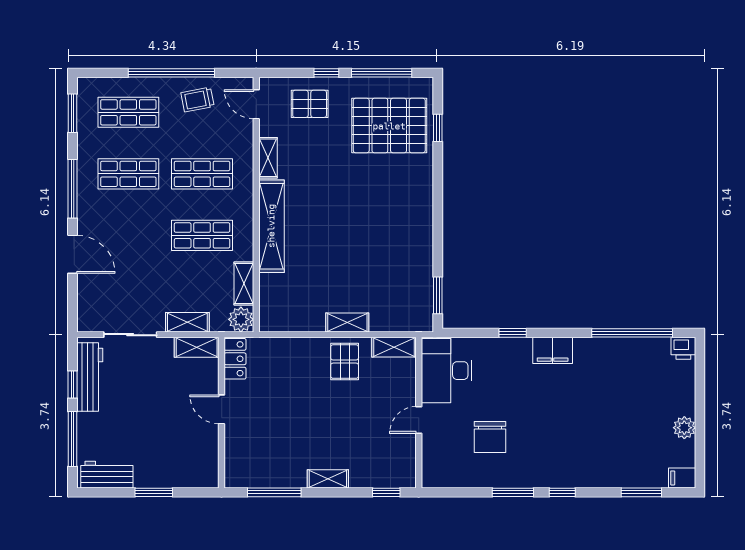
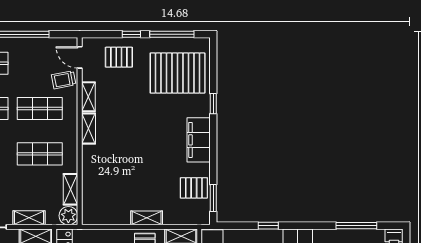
trolley: (197, 100) -> (64, 80), moved
window: (438, 128) -> (213, 104), moved
filing cabinet: (418, 216) -> (199, 140), added
shelving: (271, 226) -> (89, 129), width x0.45, depth x0.75
pallet: (411, 282) -> (194, 188), added
window: (632, 333) -> (356, 226), width x0.68

